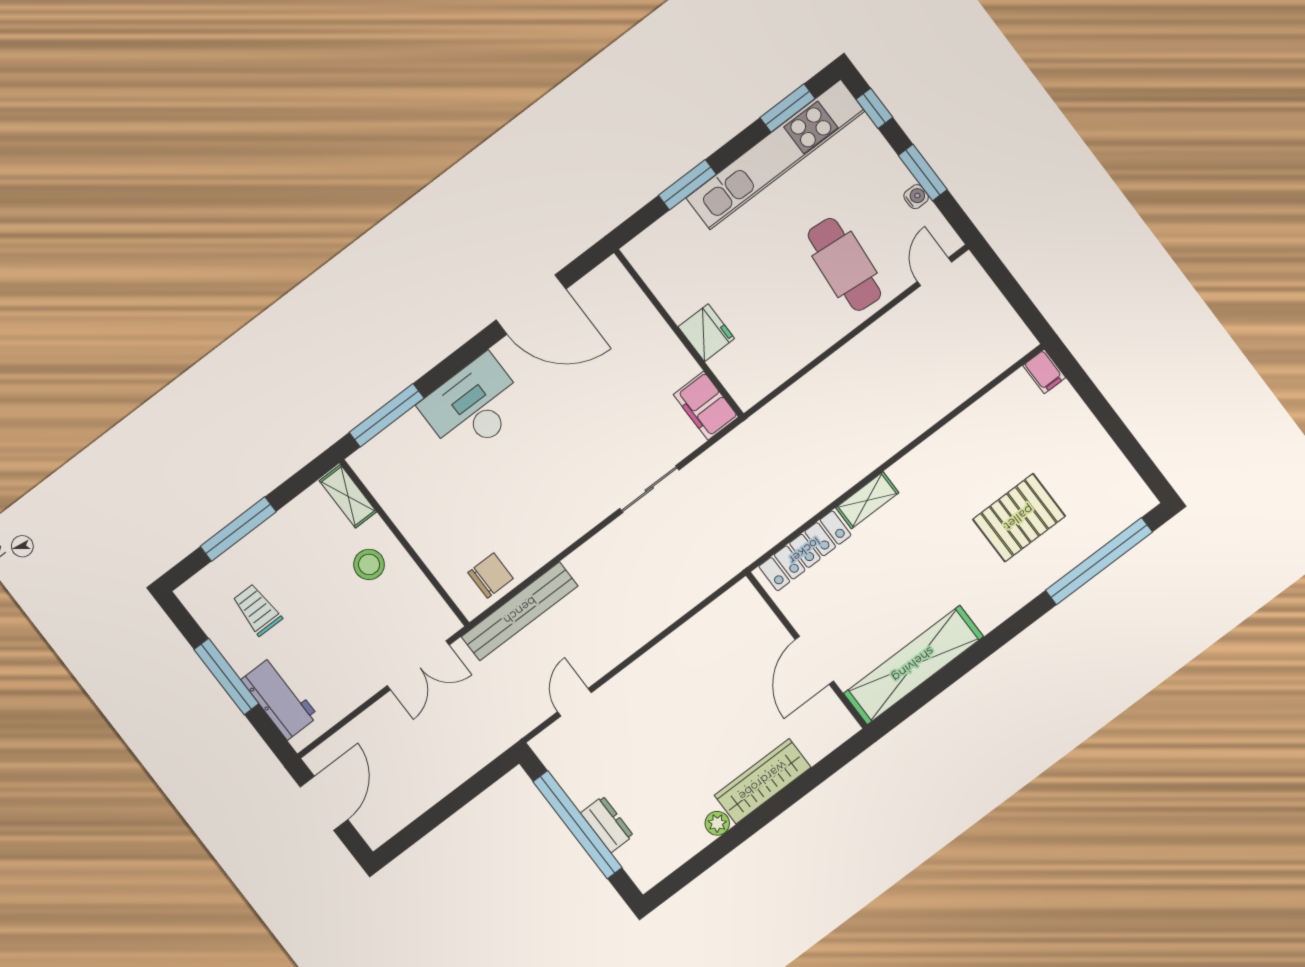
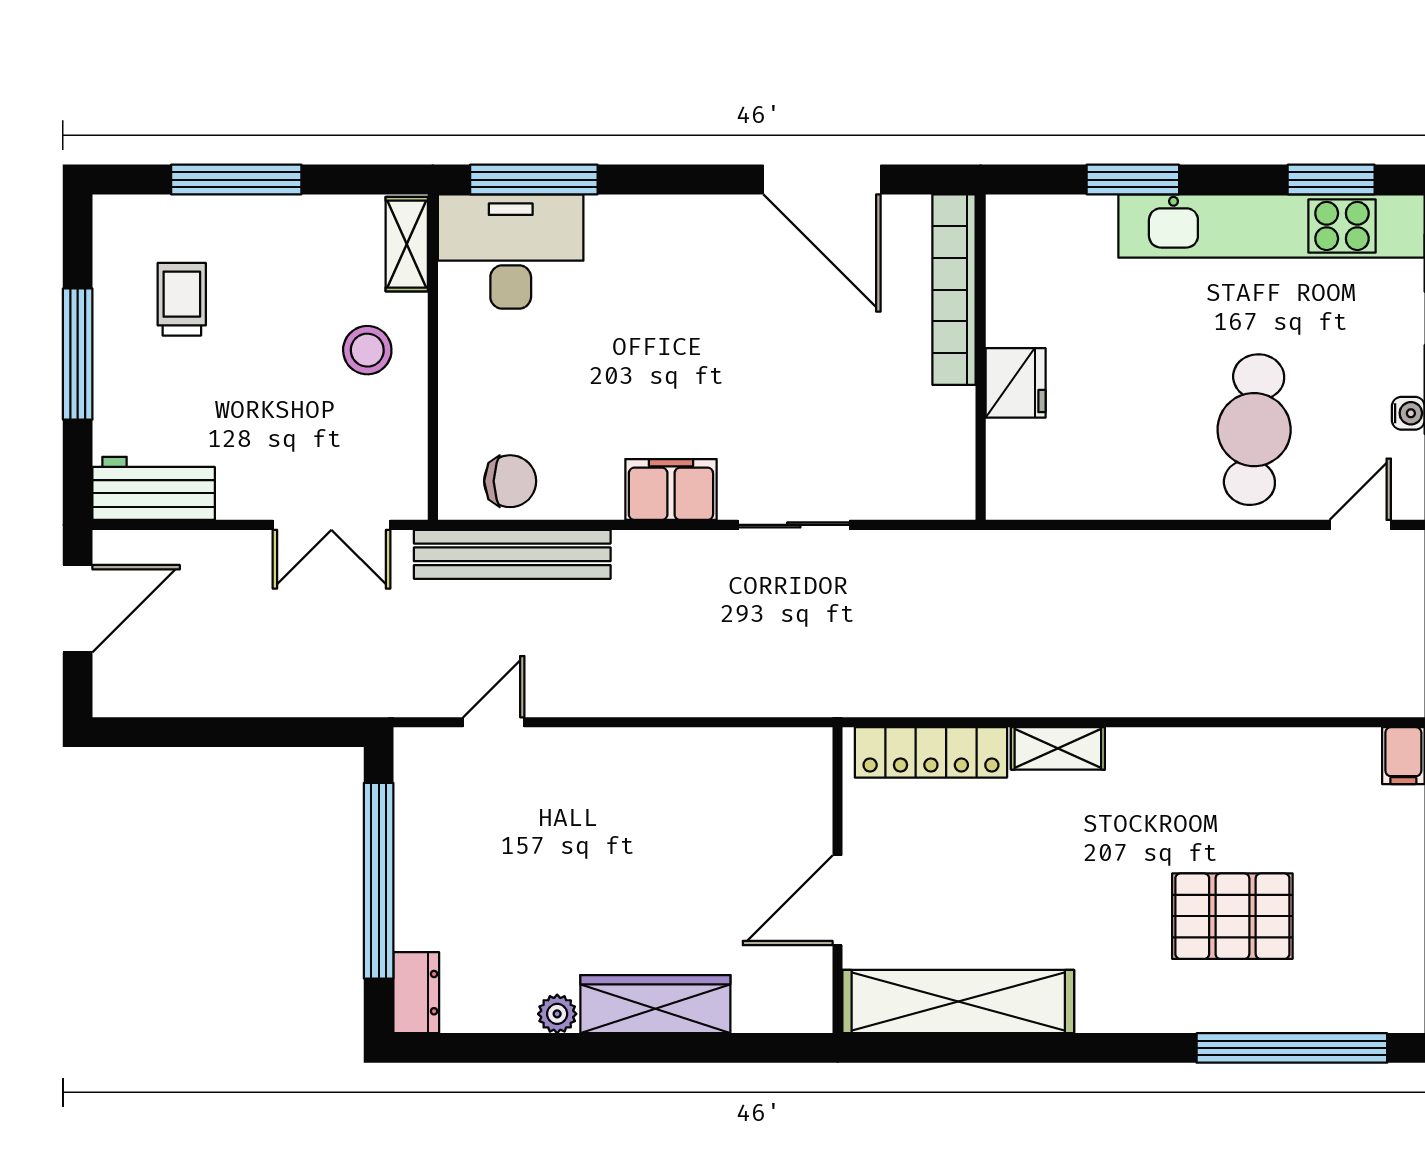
bookcase: (640, 309) -> (954, 290), added
desk: (474, 406) -> (511, 252), moved
filing cabinet: (706, 406) -> (671, 489), moved, turned 90
workbench: (280, 698) -> (154, 488), moved, turned -90
dresser: (607, 824) -> (416, 993), moved

